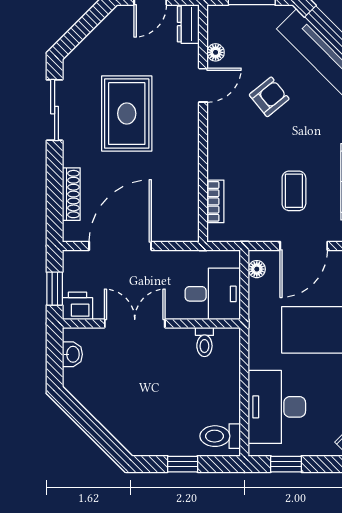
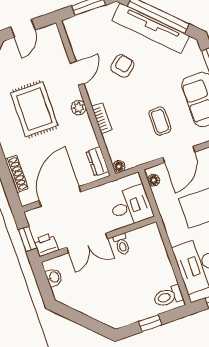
dresser: (188, 24) -> (97, 161), moved
floor lamp: (216, 52) -> (119, 166), moved
plant: (189, 133) -> (79, 108), added
bookcase: (215, 201) -> (102, 118), moved
double door: (135, 323) -> (87, 243), swing flipped
toilet: (204, 342) -> (122, 244), moved

